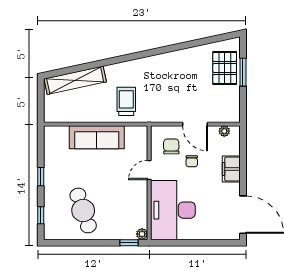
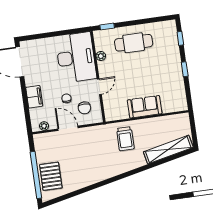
window: (243, 72) -> (36, 175), width x2.11
sofa: (97, 137) -> (145, 107), width x0.73
cafe table: (83, 210) -> (134, 43), moved, turned -71
plant: (142, 234) -> (101, 56), moved

